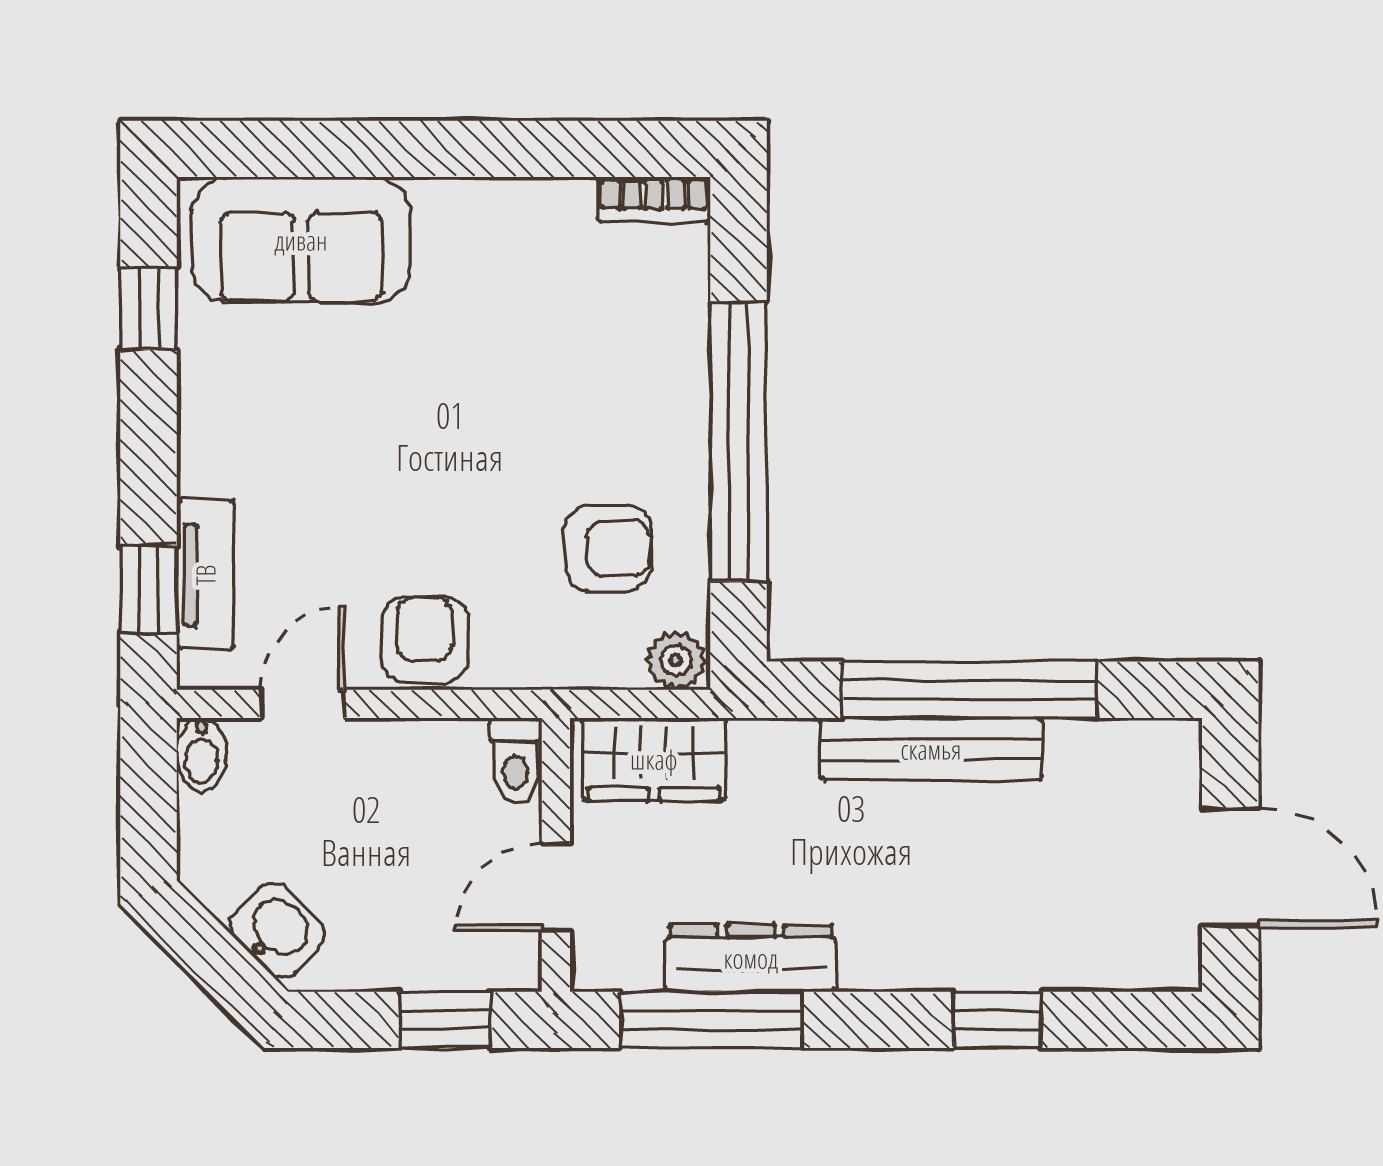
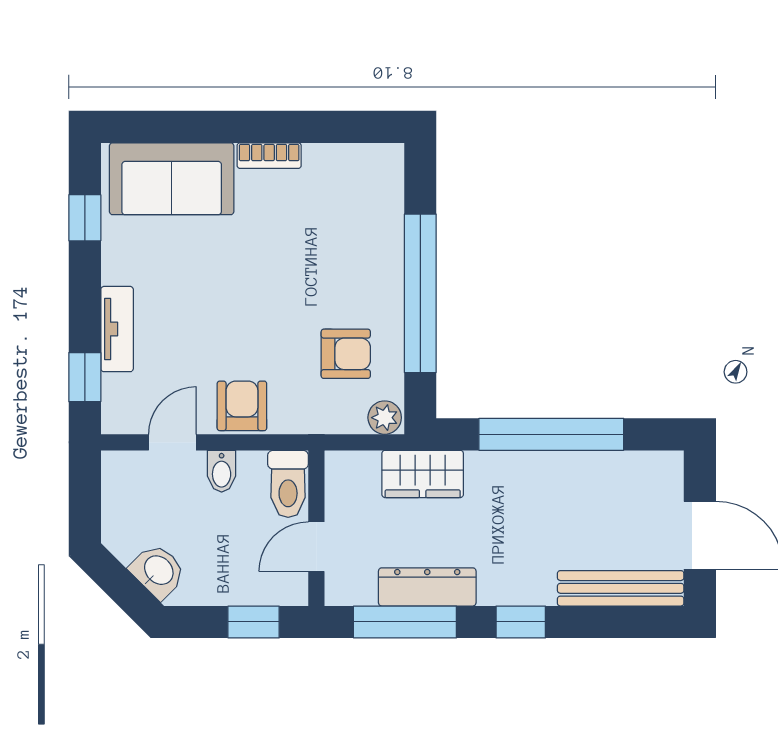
bookcase: (654, 200) -> (269, 156), moved
tv unit: (205, 575) -> (117, 329), moved
bench: (931, 749) -> (621, 588), moved
bidet: (202, 755) -> (222, 471), moved
wardrobe: (654, 759) -> (423, 474), moved
toilet: (516, 760) -> (288, 484), width x1.37, depth x1.39
window: (997, 1020) -> (521, 622), moved

